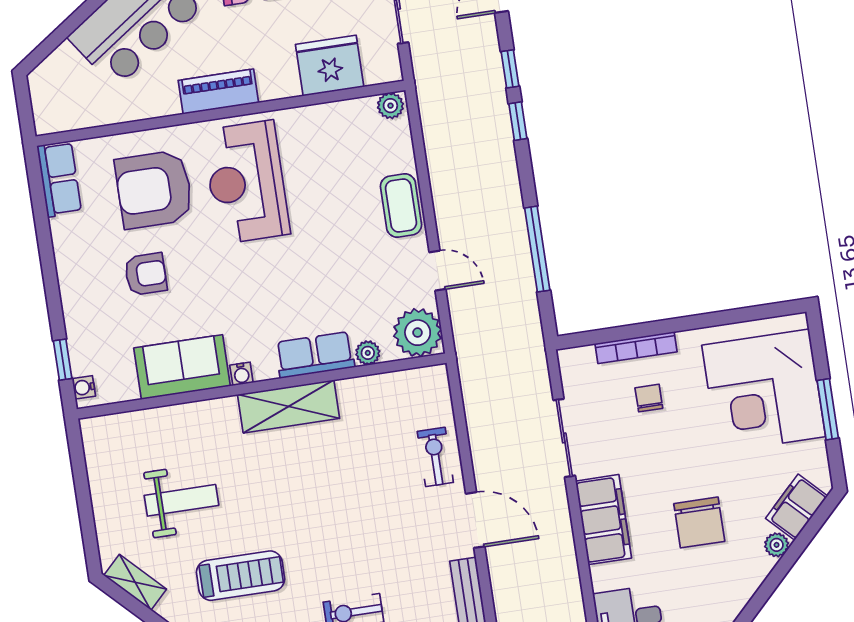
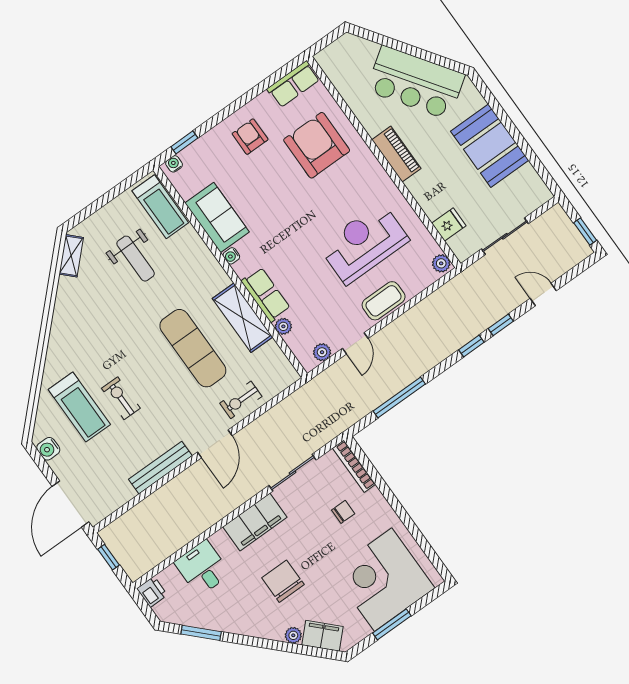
fridge: (330, 66) -> (449, 225), width x0.53, depth x0.75
reception desk: (246, 182) -> (364, 243), moved
armchair: (146, 274) -> (250, 137), moved, turned 180
plant: (418, 333) -> (322, 352), width x0.53, depth x0.53
bookcase: (636, 348) -> (354, 466), moved
shelving: (289, 406) -> (243, 318), moved
exercise bike: (435, 457) -> (241, 400), turned 180
exercise mat: (336, 485) -> (193, 348), added
chair: (699, 522) -> (283, 581), turned 90
treadmill: (240, 576) -> (160, 207), moved

